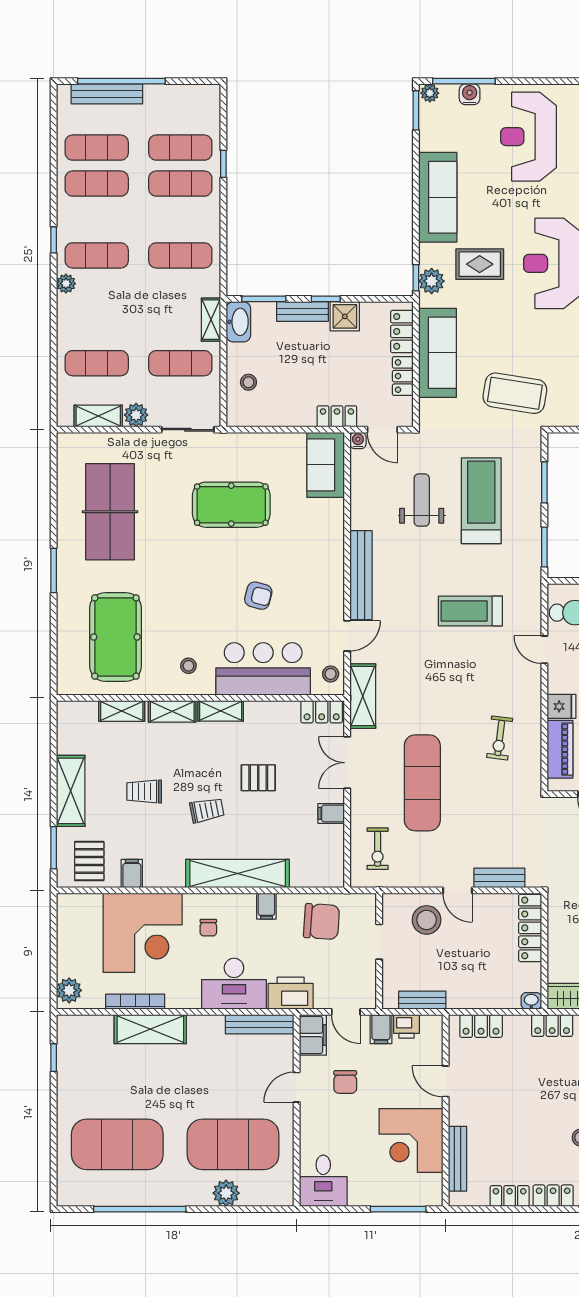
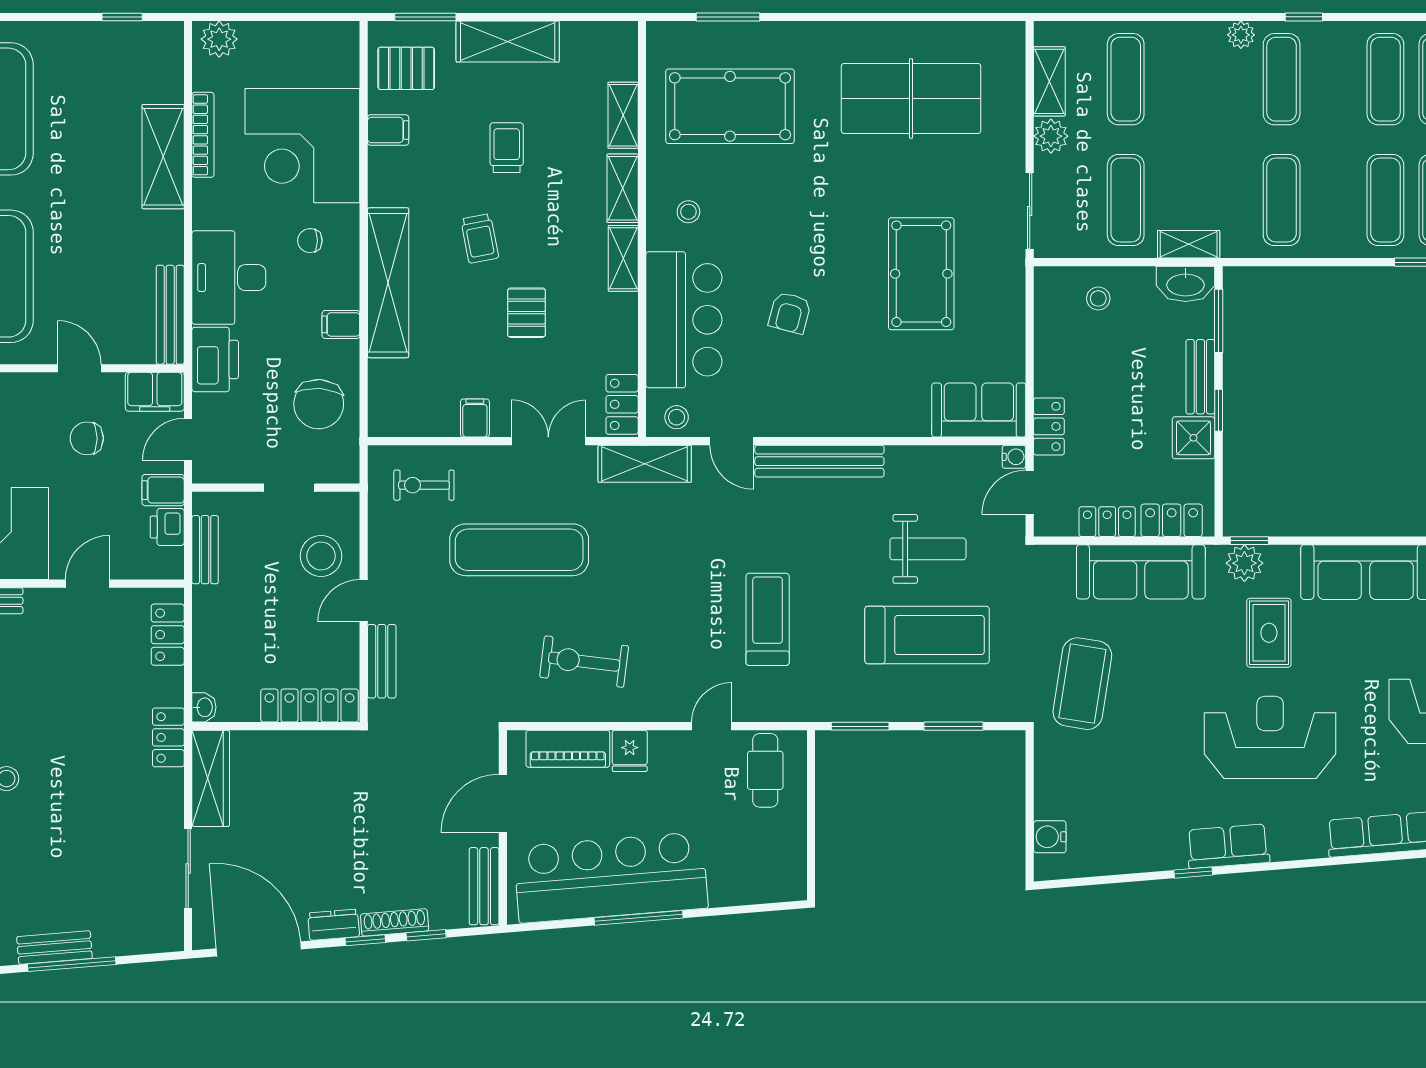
window: (54, 571) -> (728, 17), moved
exercise bike: (500, 738) -> (584, 662), width x1.38, depth x1.39

